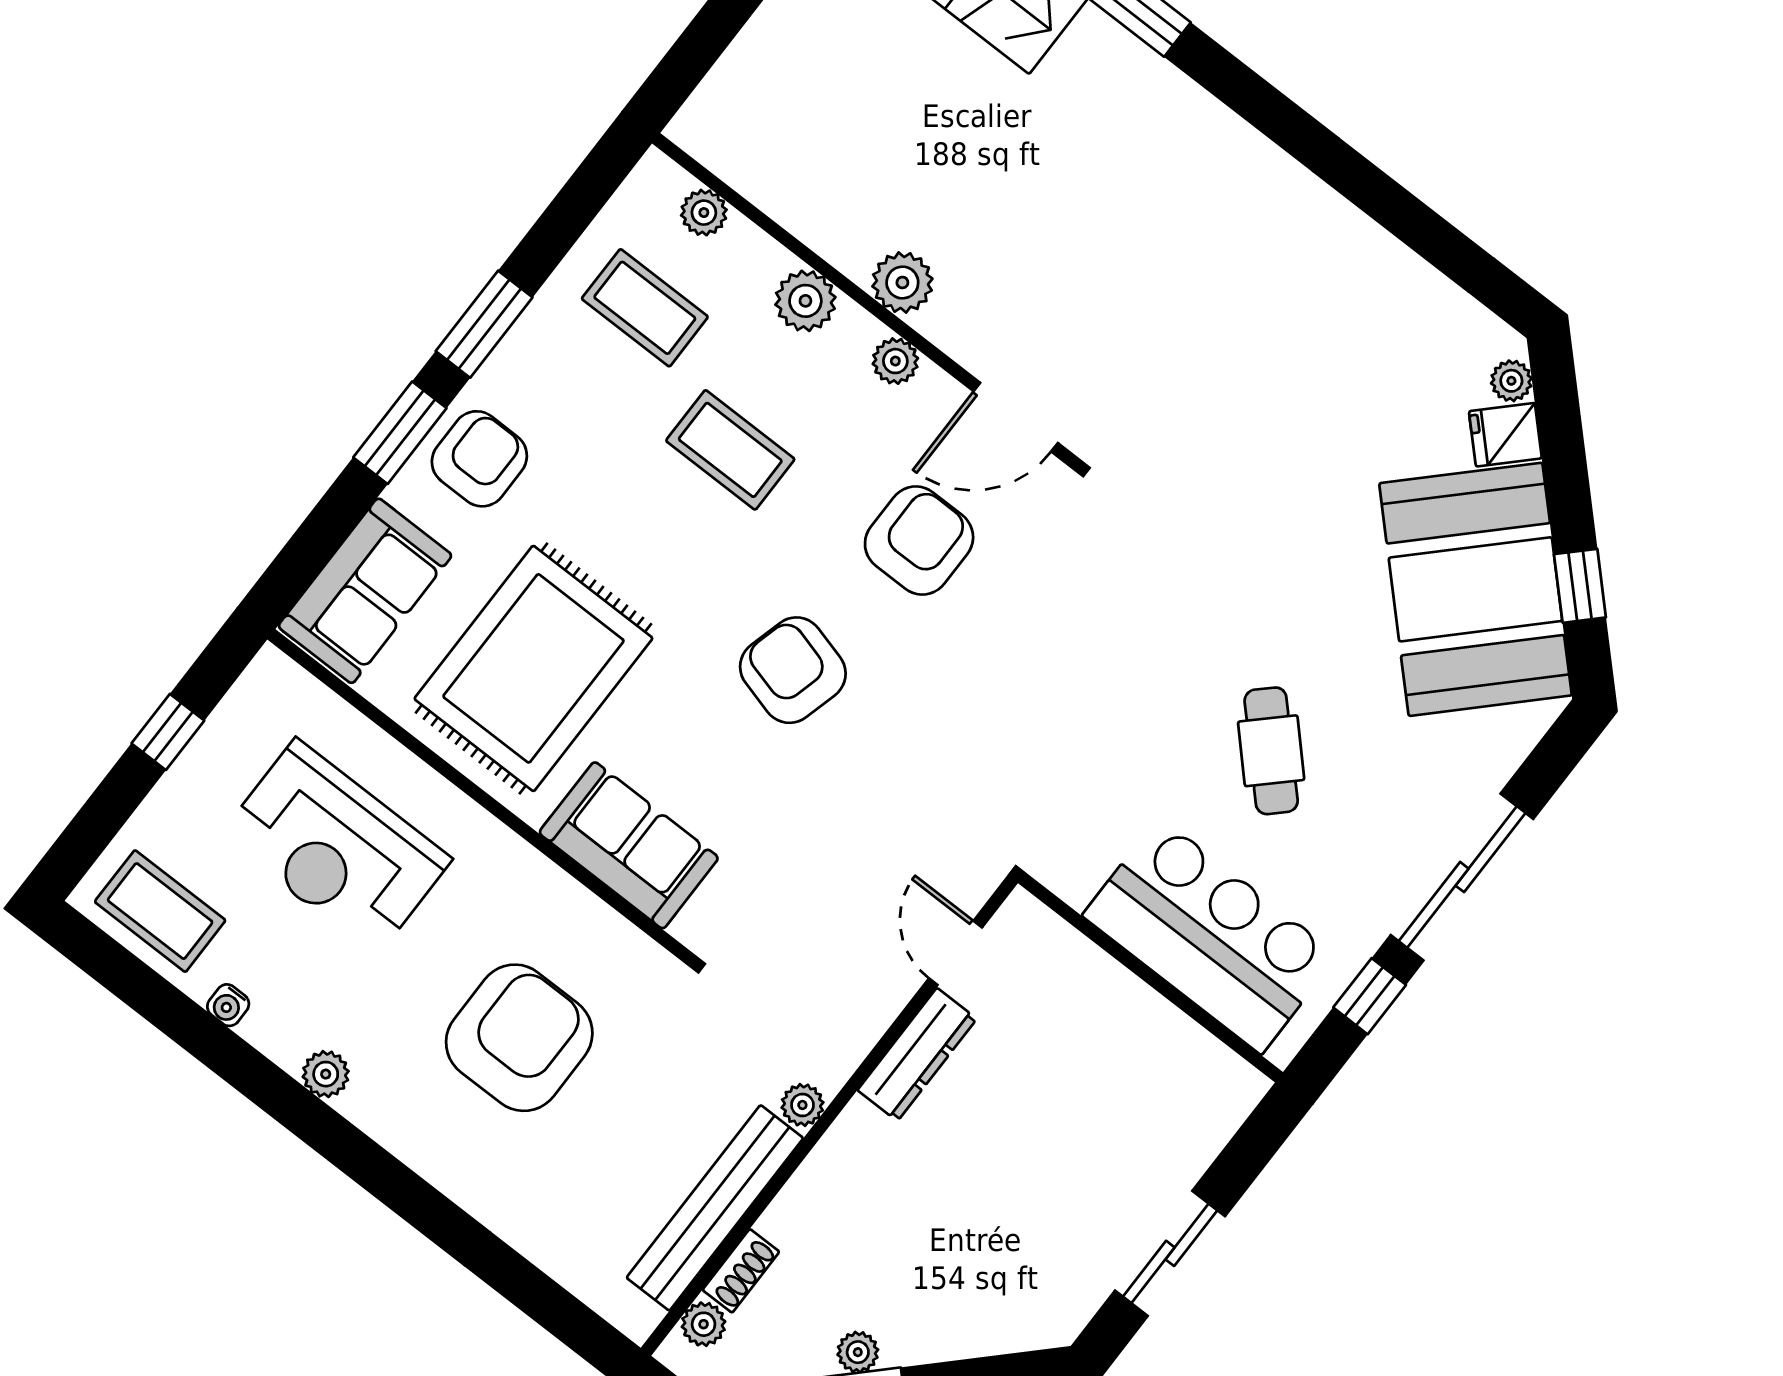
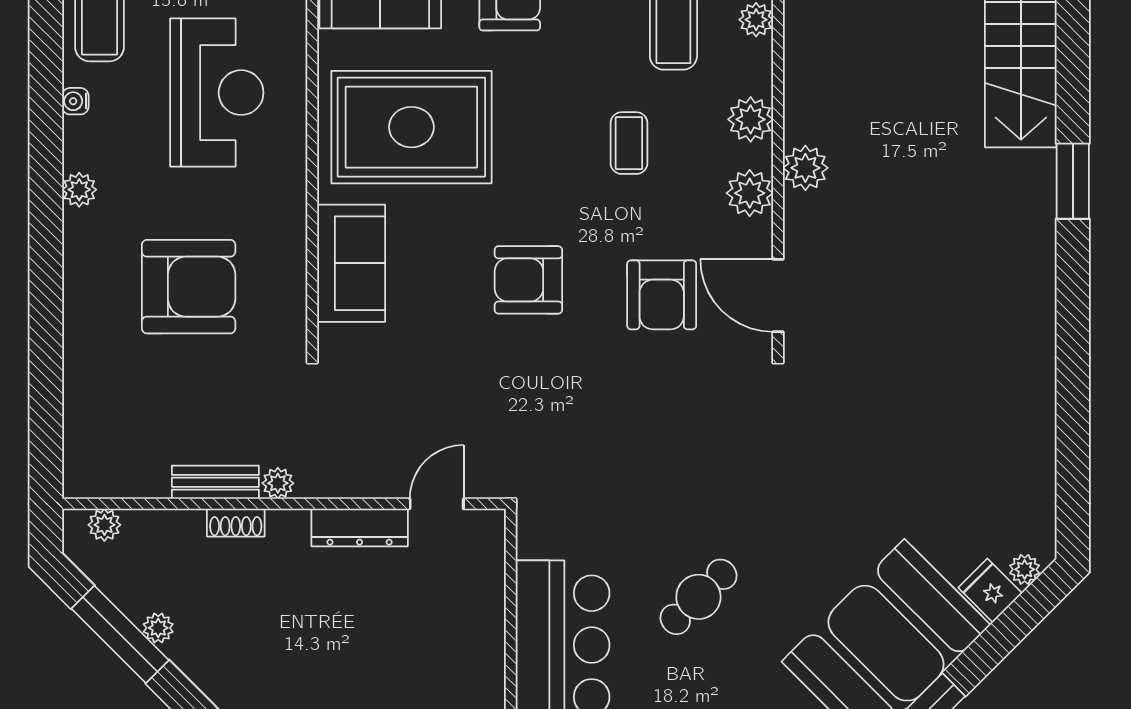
plant: (895, 361) -> (750, 193), width x1.38, depth x1.38
coffee table: (730, 450) -> (629, 143), width x0.73, depth x0.77
armchair: (919, 541) -> (662, 295), turned 90
armchair: (793, 670) -> (528, 280), turned -105
reception desk: (336, 847) -> (217, 93), turned 180
bench: (715, 1208) -> (215, 482), width x0.54, depth x0.82
shoe rack: (741, 1271) -> (236, 523), moved

